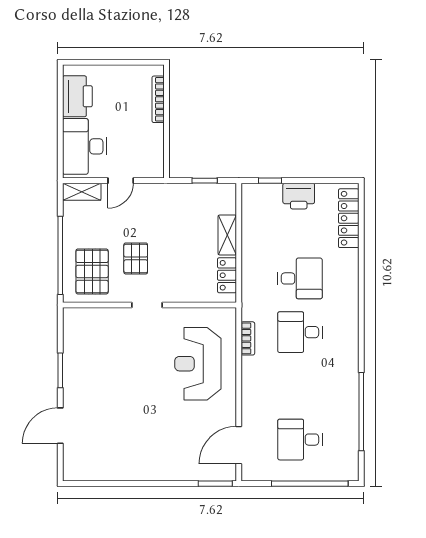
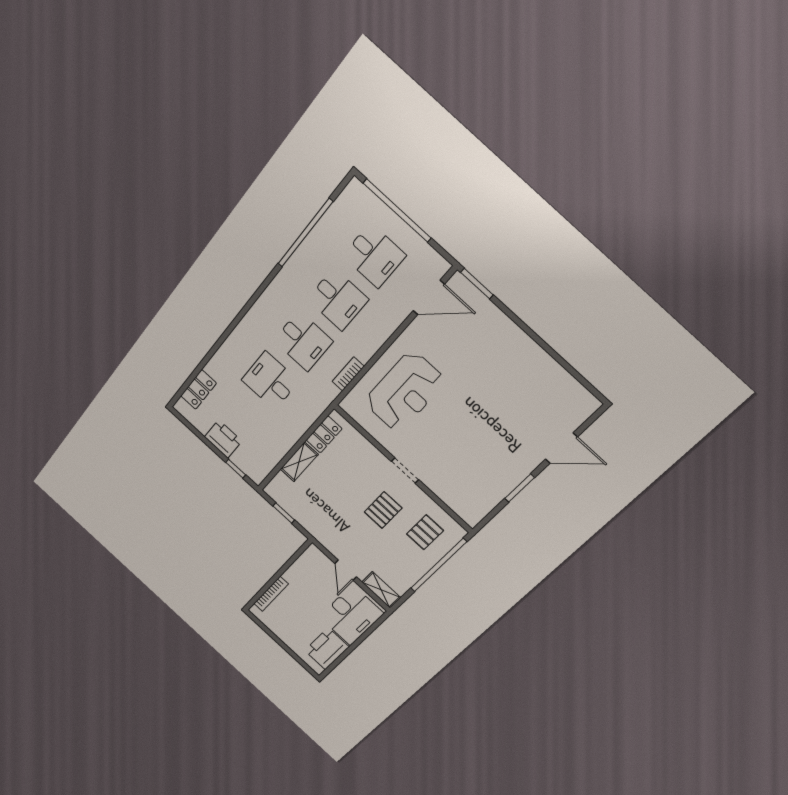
door: (121, 181) -> (346, 570), swing flipped
locker: (349, 218) -> (199, 389), width x0.66
pallet: (92, 271) -> (425, 532), width x0.67, depth x0.71
desk: (300, 386) -> (338, 299), added

